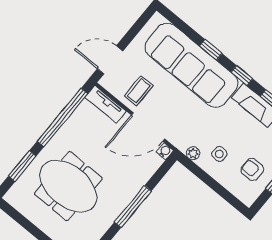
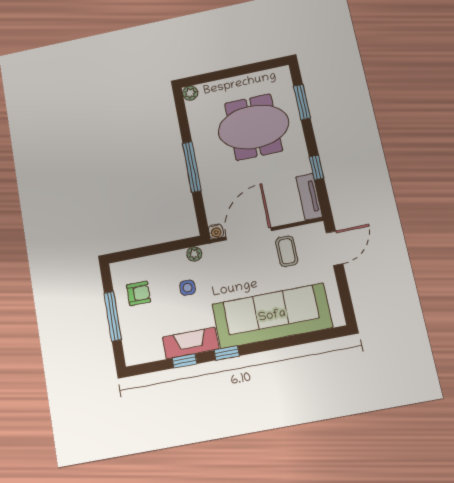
window: (211, 50) -> (272, 345), removed
tv unit: (106, 104) -> (309, 197), moved, turned -90
window: (62, 117) -> (317, 167), width x0.32
side table: (219, 154) -> (188, 288), moved

